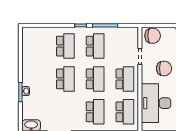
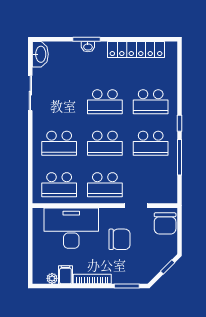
locker: (28, 57) -> (136, 50), added
chair: (164, 68) -> (119, 239), turned -90

